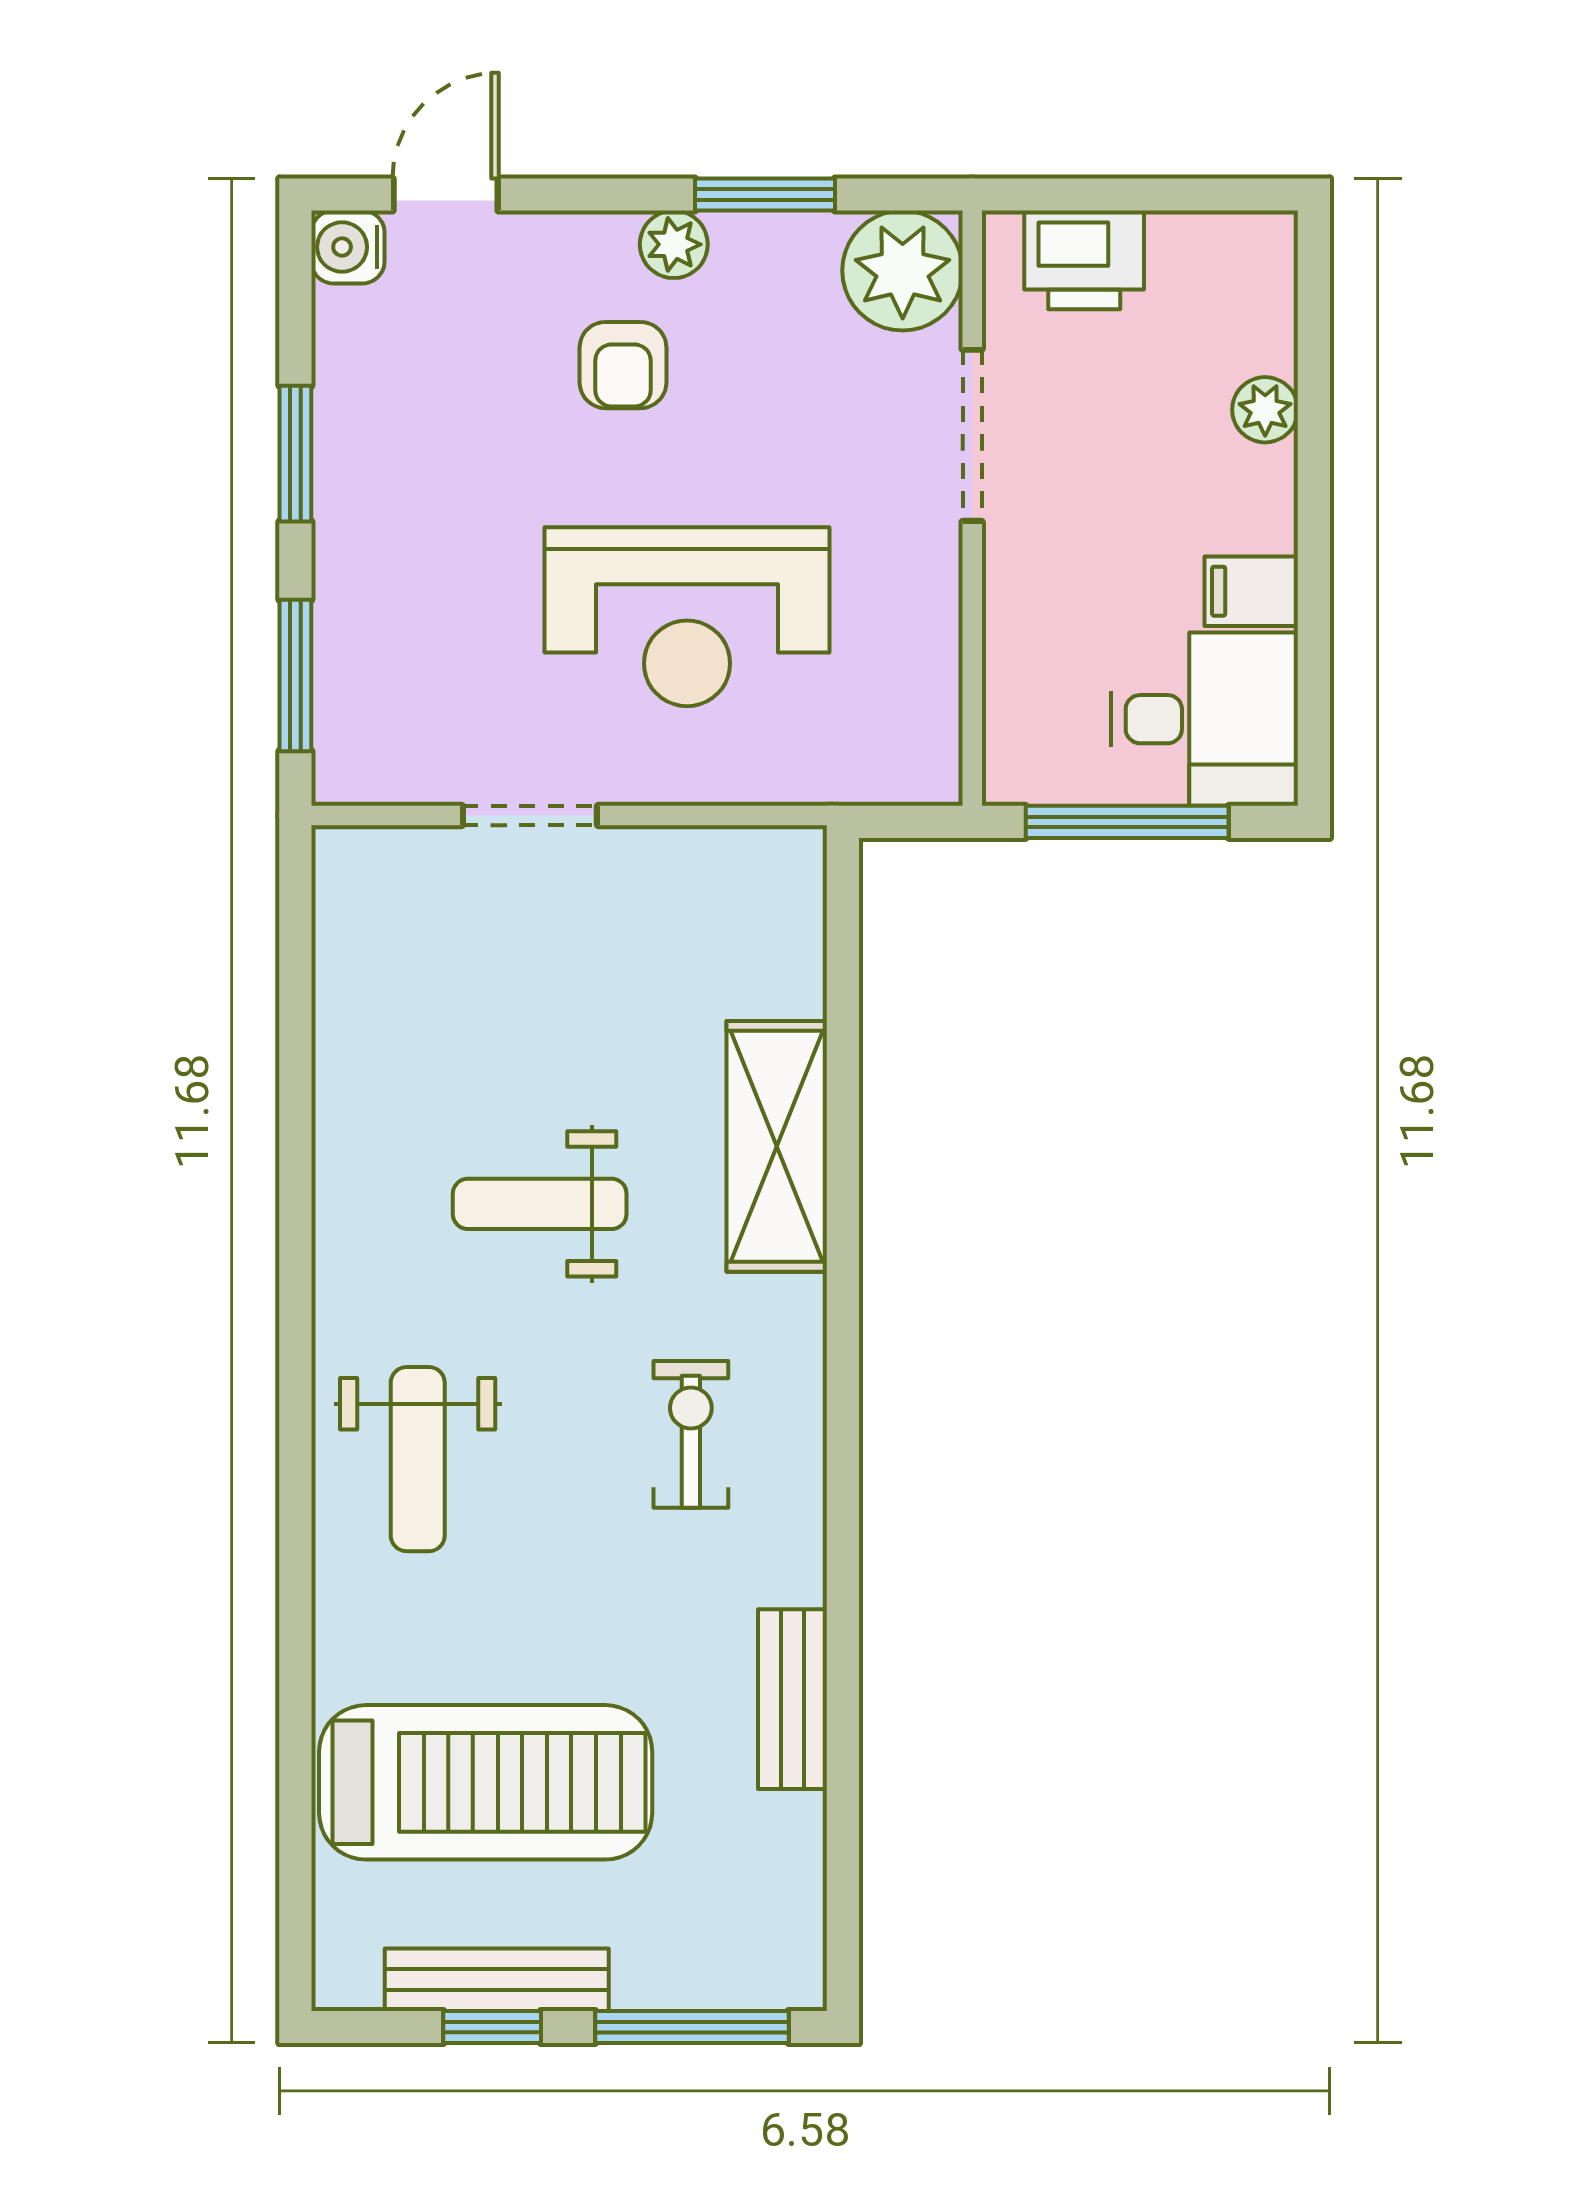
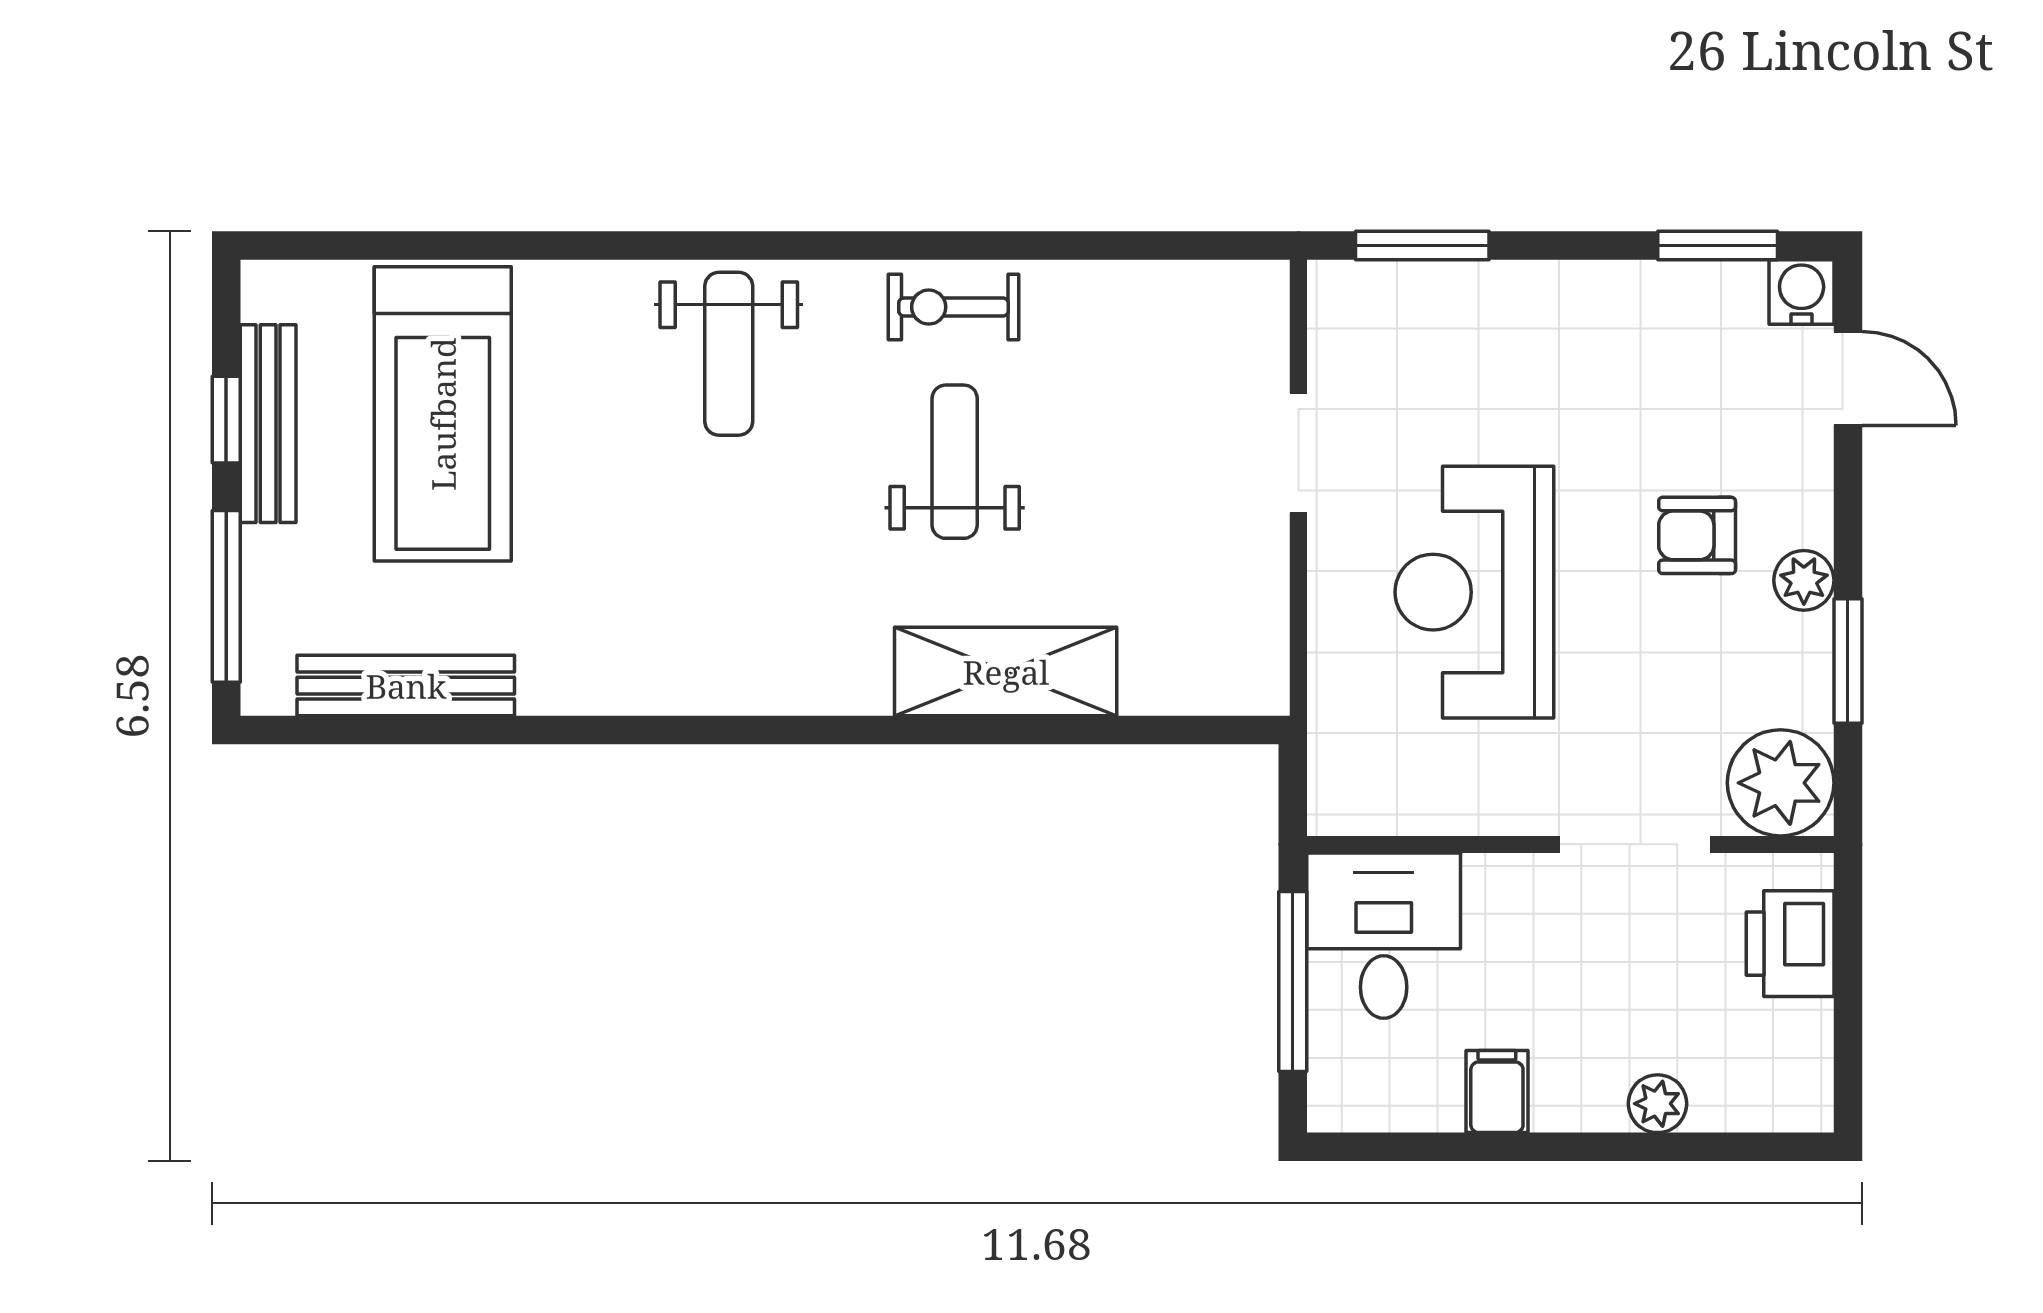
window: (295, 454) -> (1718, 246), moved
desk: (1204, 719) -> (1384, 936), moved, turned 180
exercise bike: (691, 1434) -> (953, 307), moved, turned 180
weight bench: (418, 1459) -> (729, 354), turned -90
bench: (793, 1699) -> (406, 686), moved, width x1.36

